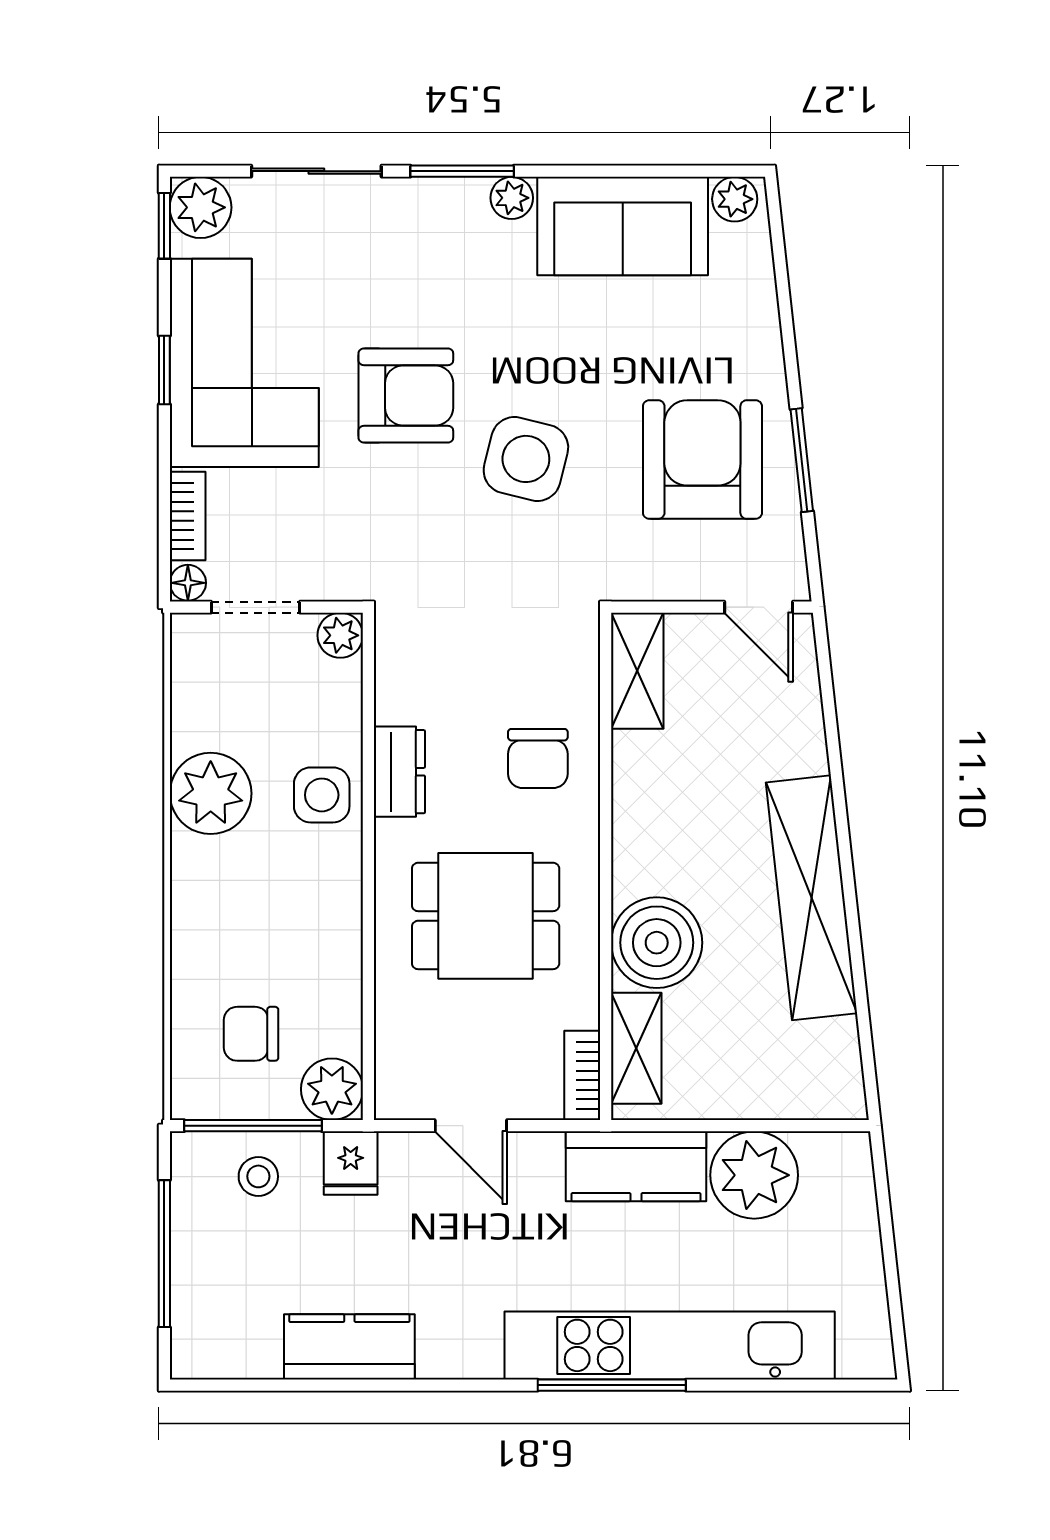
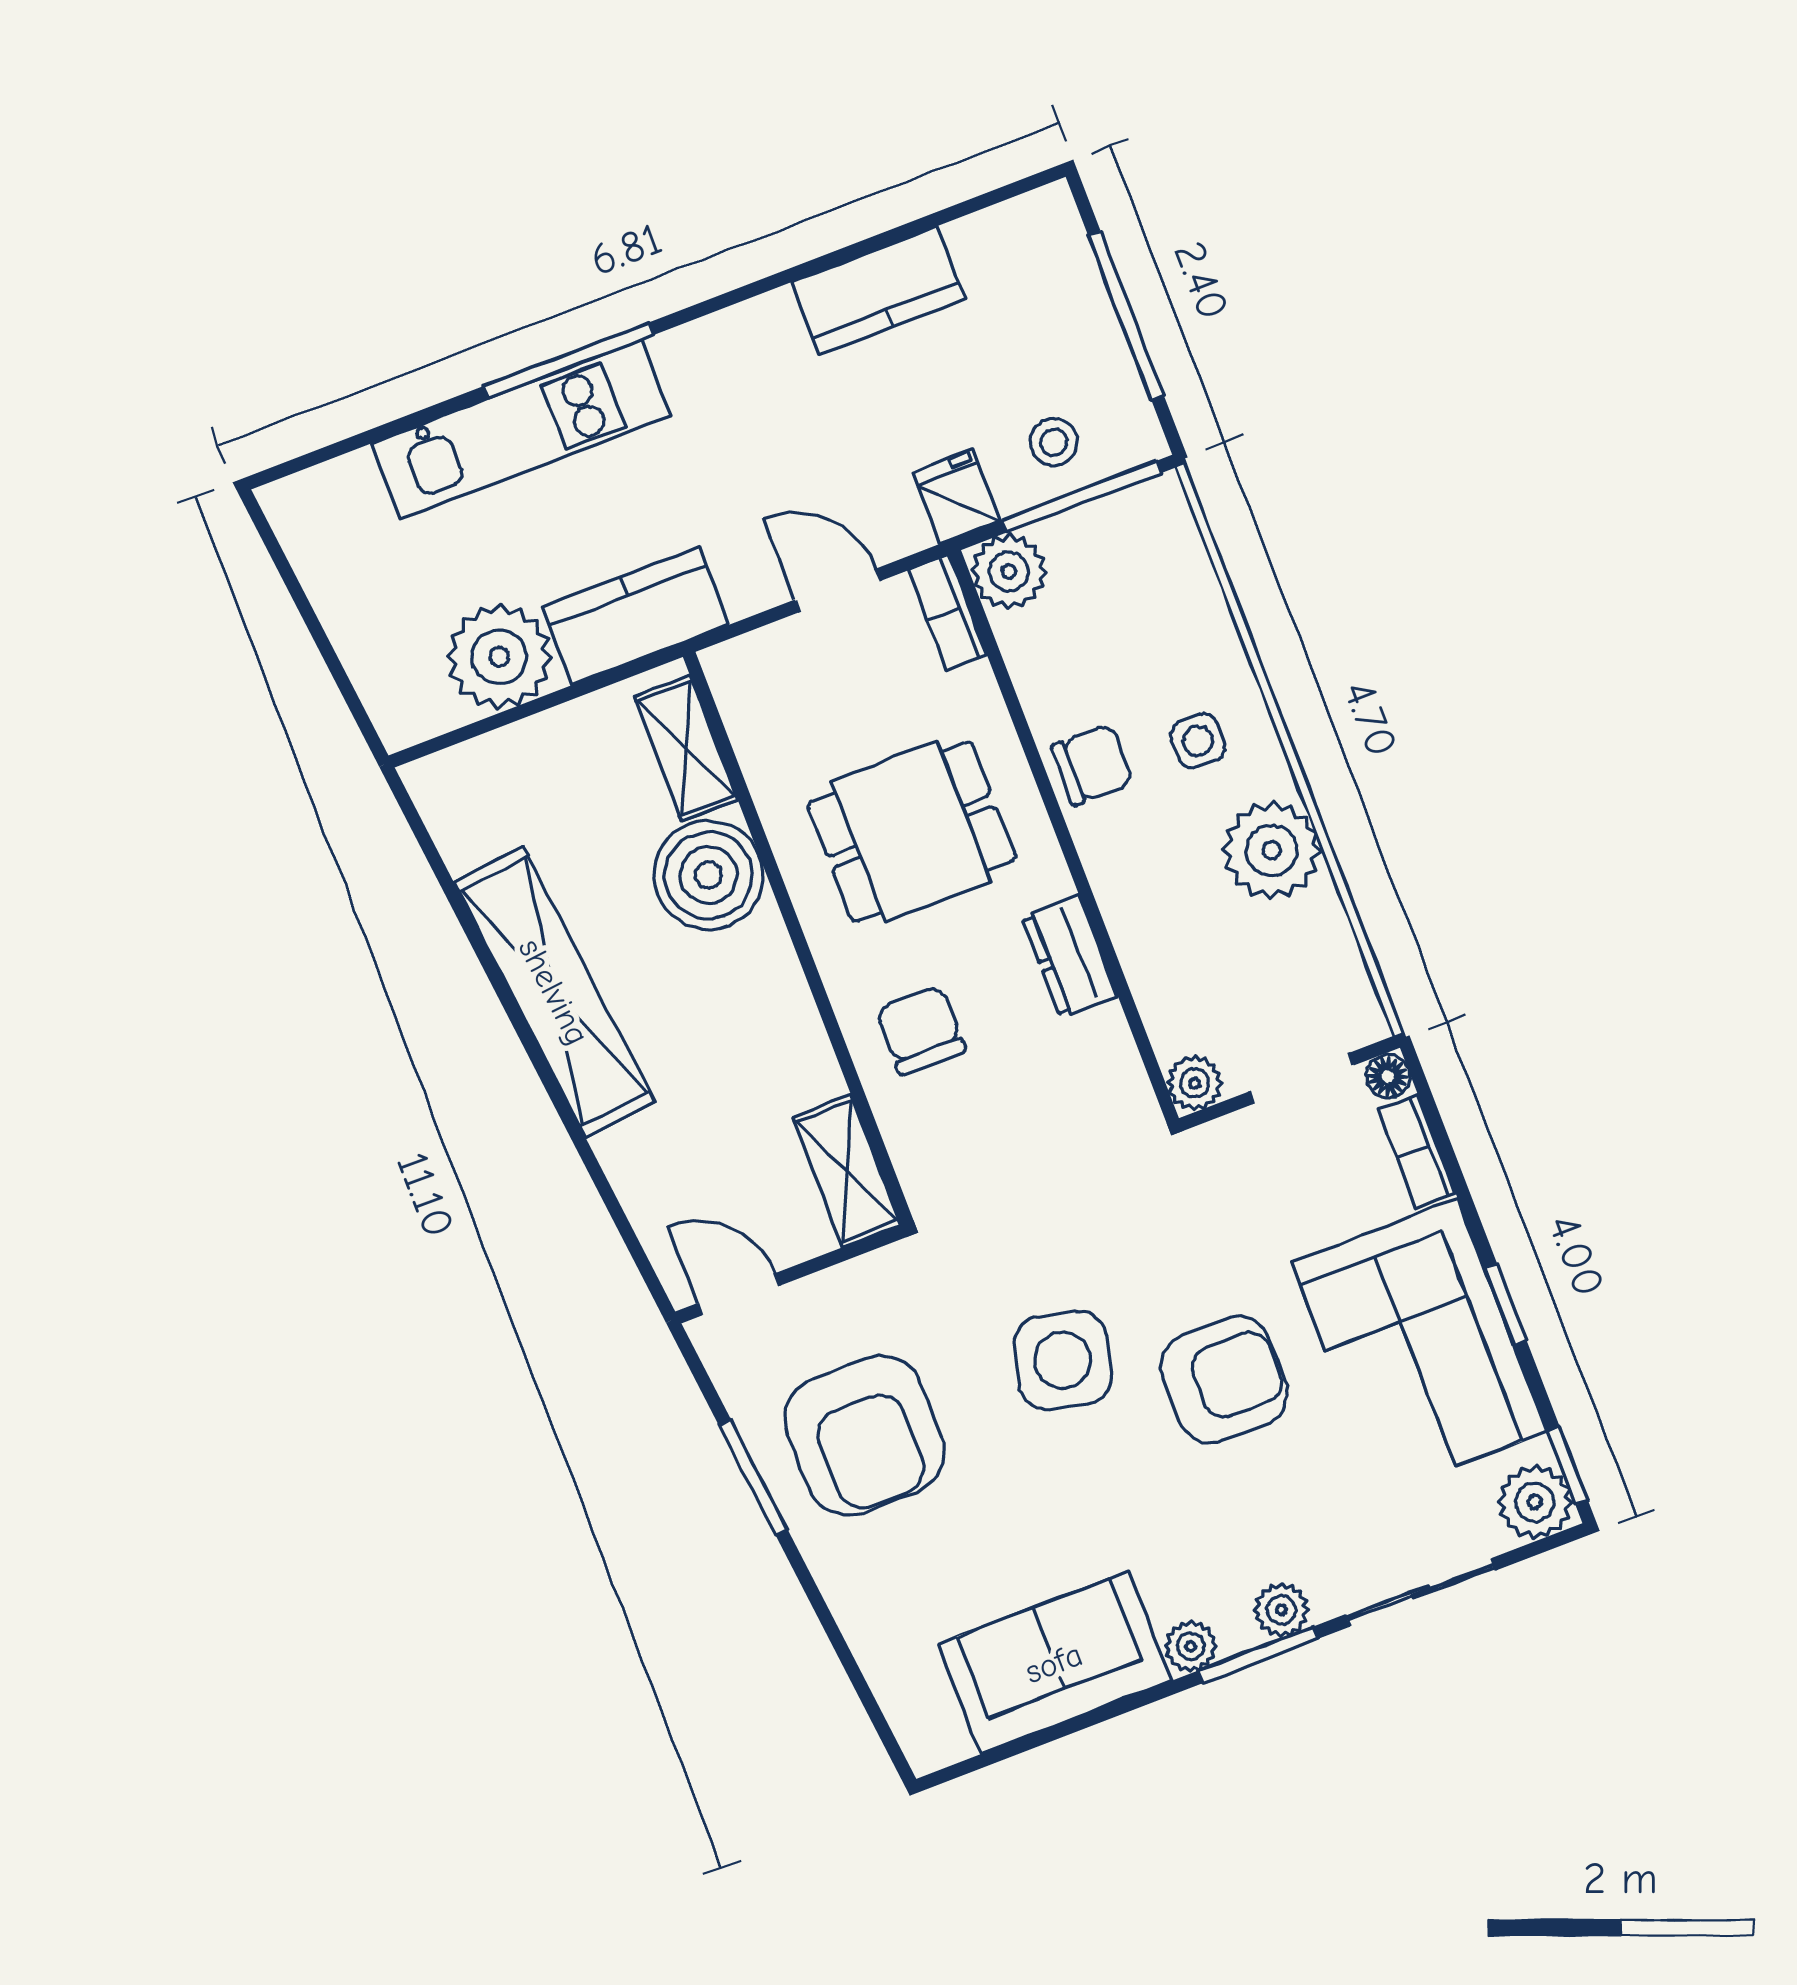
plant: (735, 199) -> (1281, 1610), moved
armchair: (406, 395) -> (1224, 1380), turned 180
side table: (322, 795) -> (1198, 741), moved, width x0.73, depth x0.73
chair: (251, 1034) -> (1092, 765), moved
bookcase: (582, 1075) -> (948, 613), moved, turned 180
kitchen unit: (670, 1345) -> (521, 430), width x0.73

